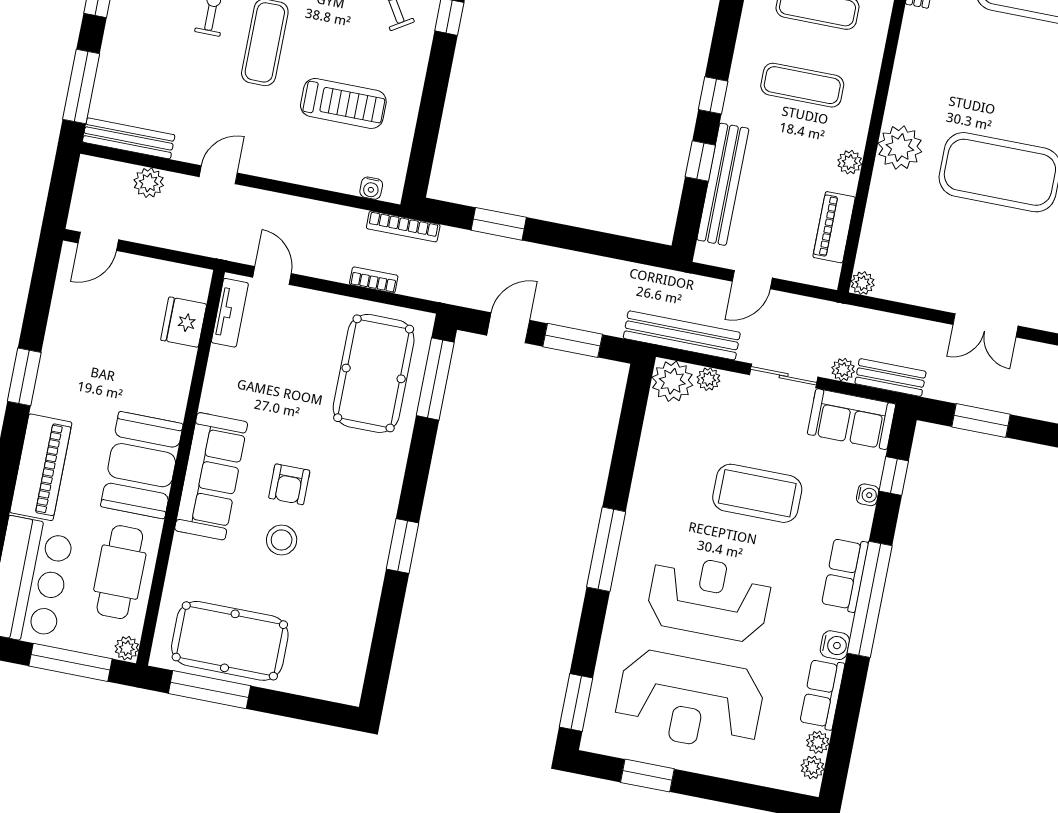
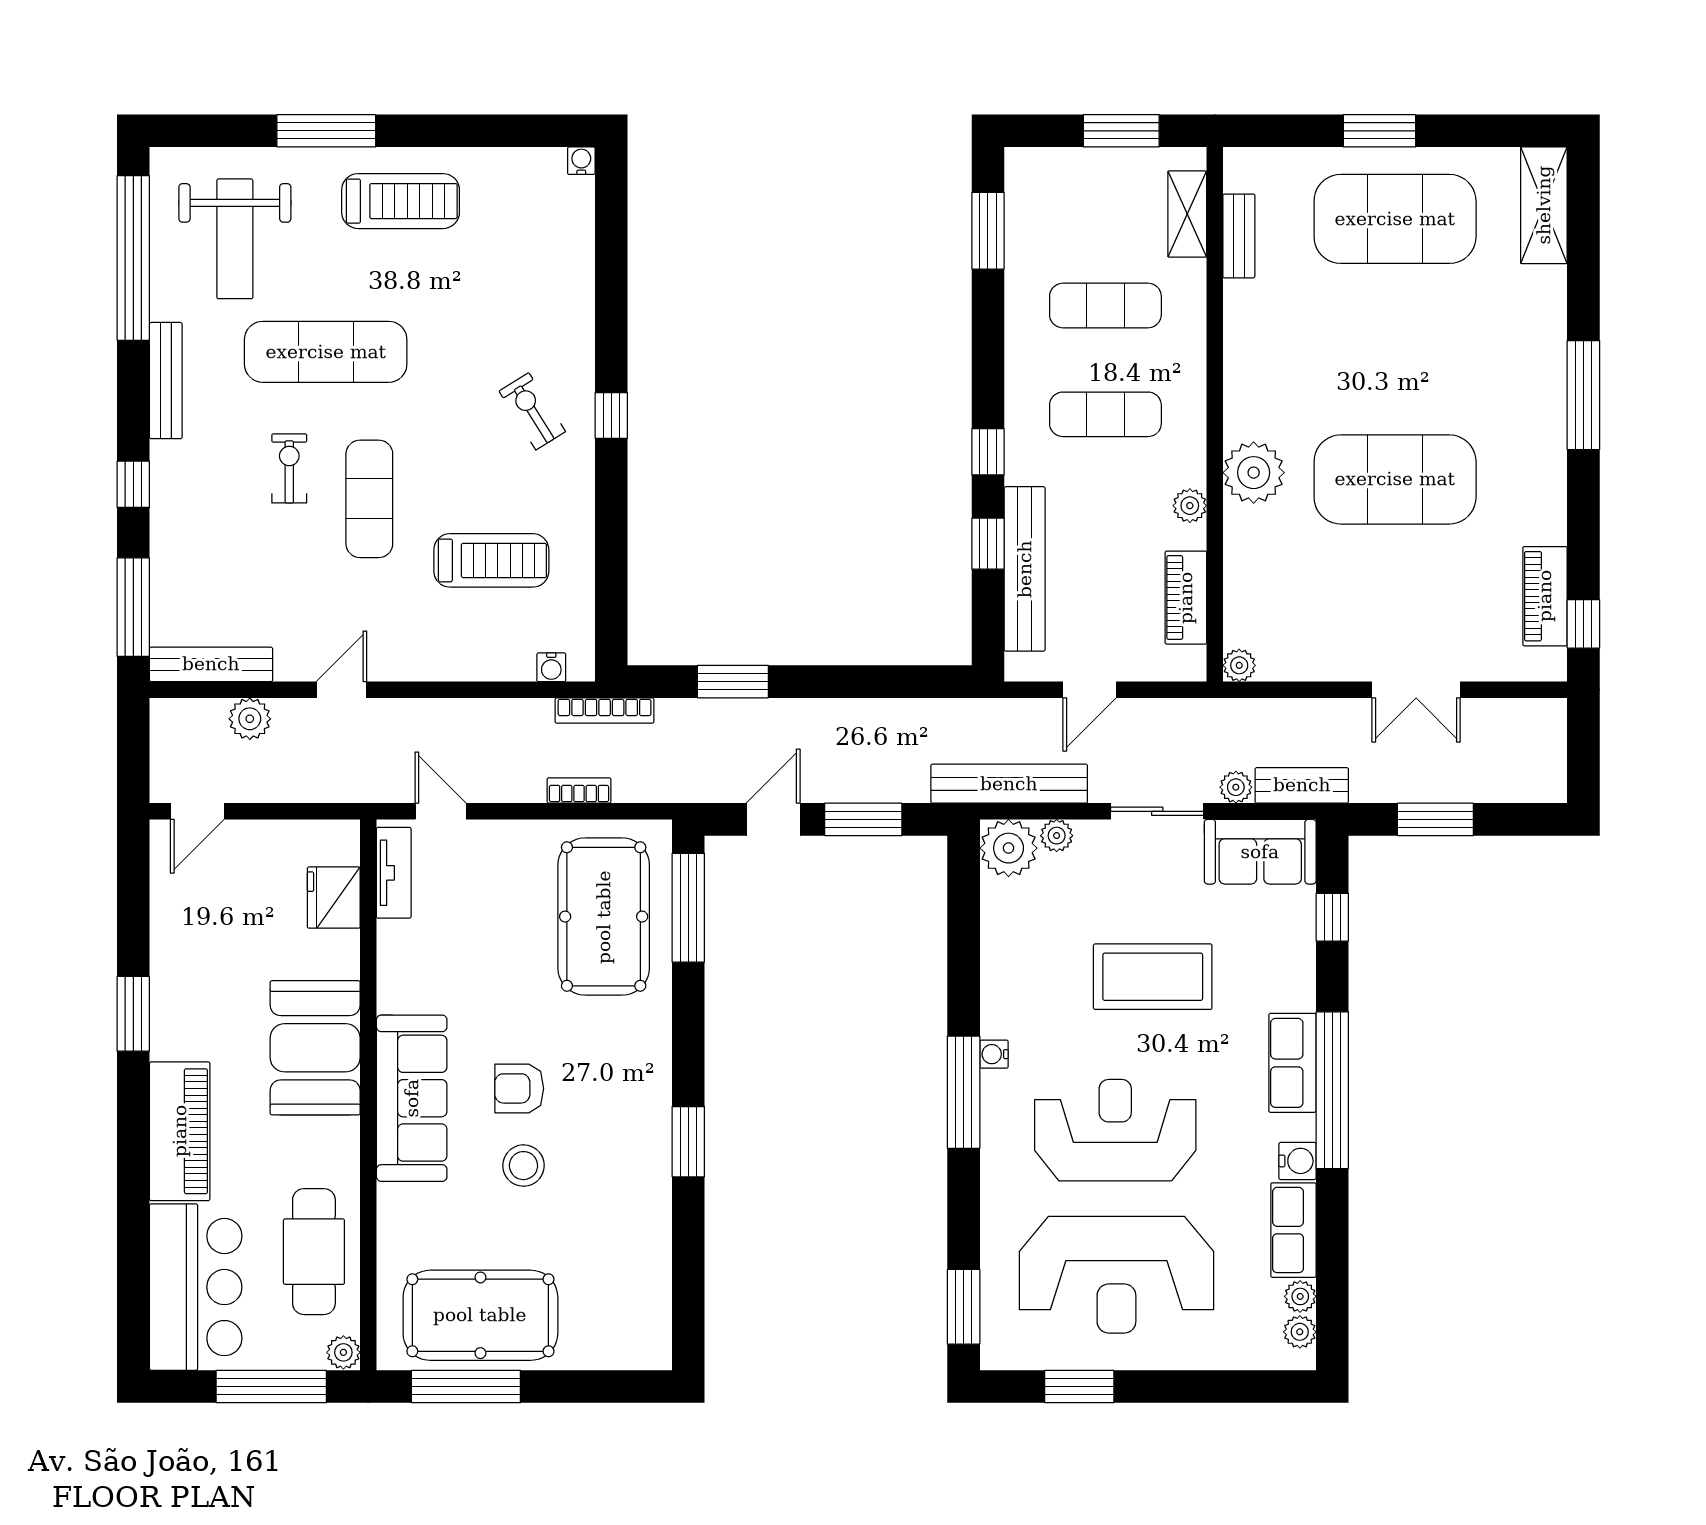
booth: (142, 465) -> (315, 1048), moved
armchair: (289, 484) -> (519, 1088), turned 90
water cooler: (868, 495) -> (994, 1054), moved, turned 180

